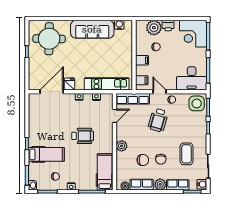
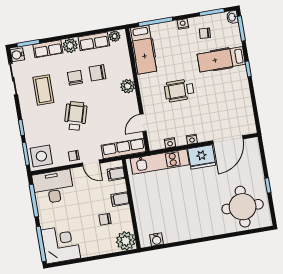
printer: (168, 26) -> (94, 249), removed
plant: (154, 28) -> (126, 241), moved
sofa: (92, 29) -> (190, 228), removed
fridge: (69, 84) -> (202, 157), width x1.88, depth x1.34
wheelchair: (158, 120) -> (76, 116), moved

